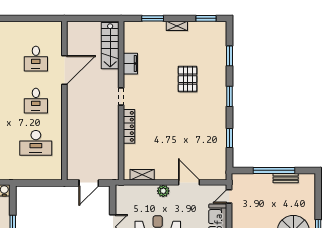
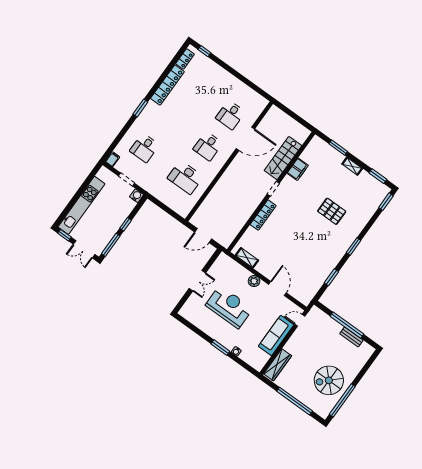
stairs: (110, 46) -> (283, 158), moved
window: (230, 56) -> (386, 202), moved
pallet: (188, 79) -> (332, 211), turned 90

